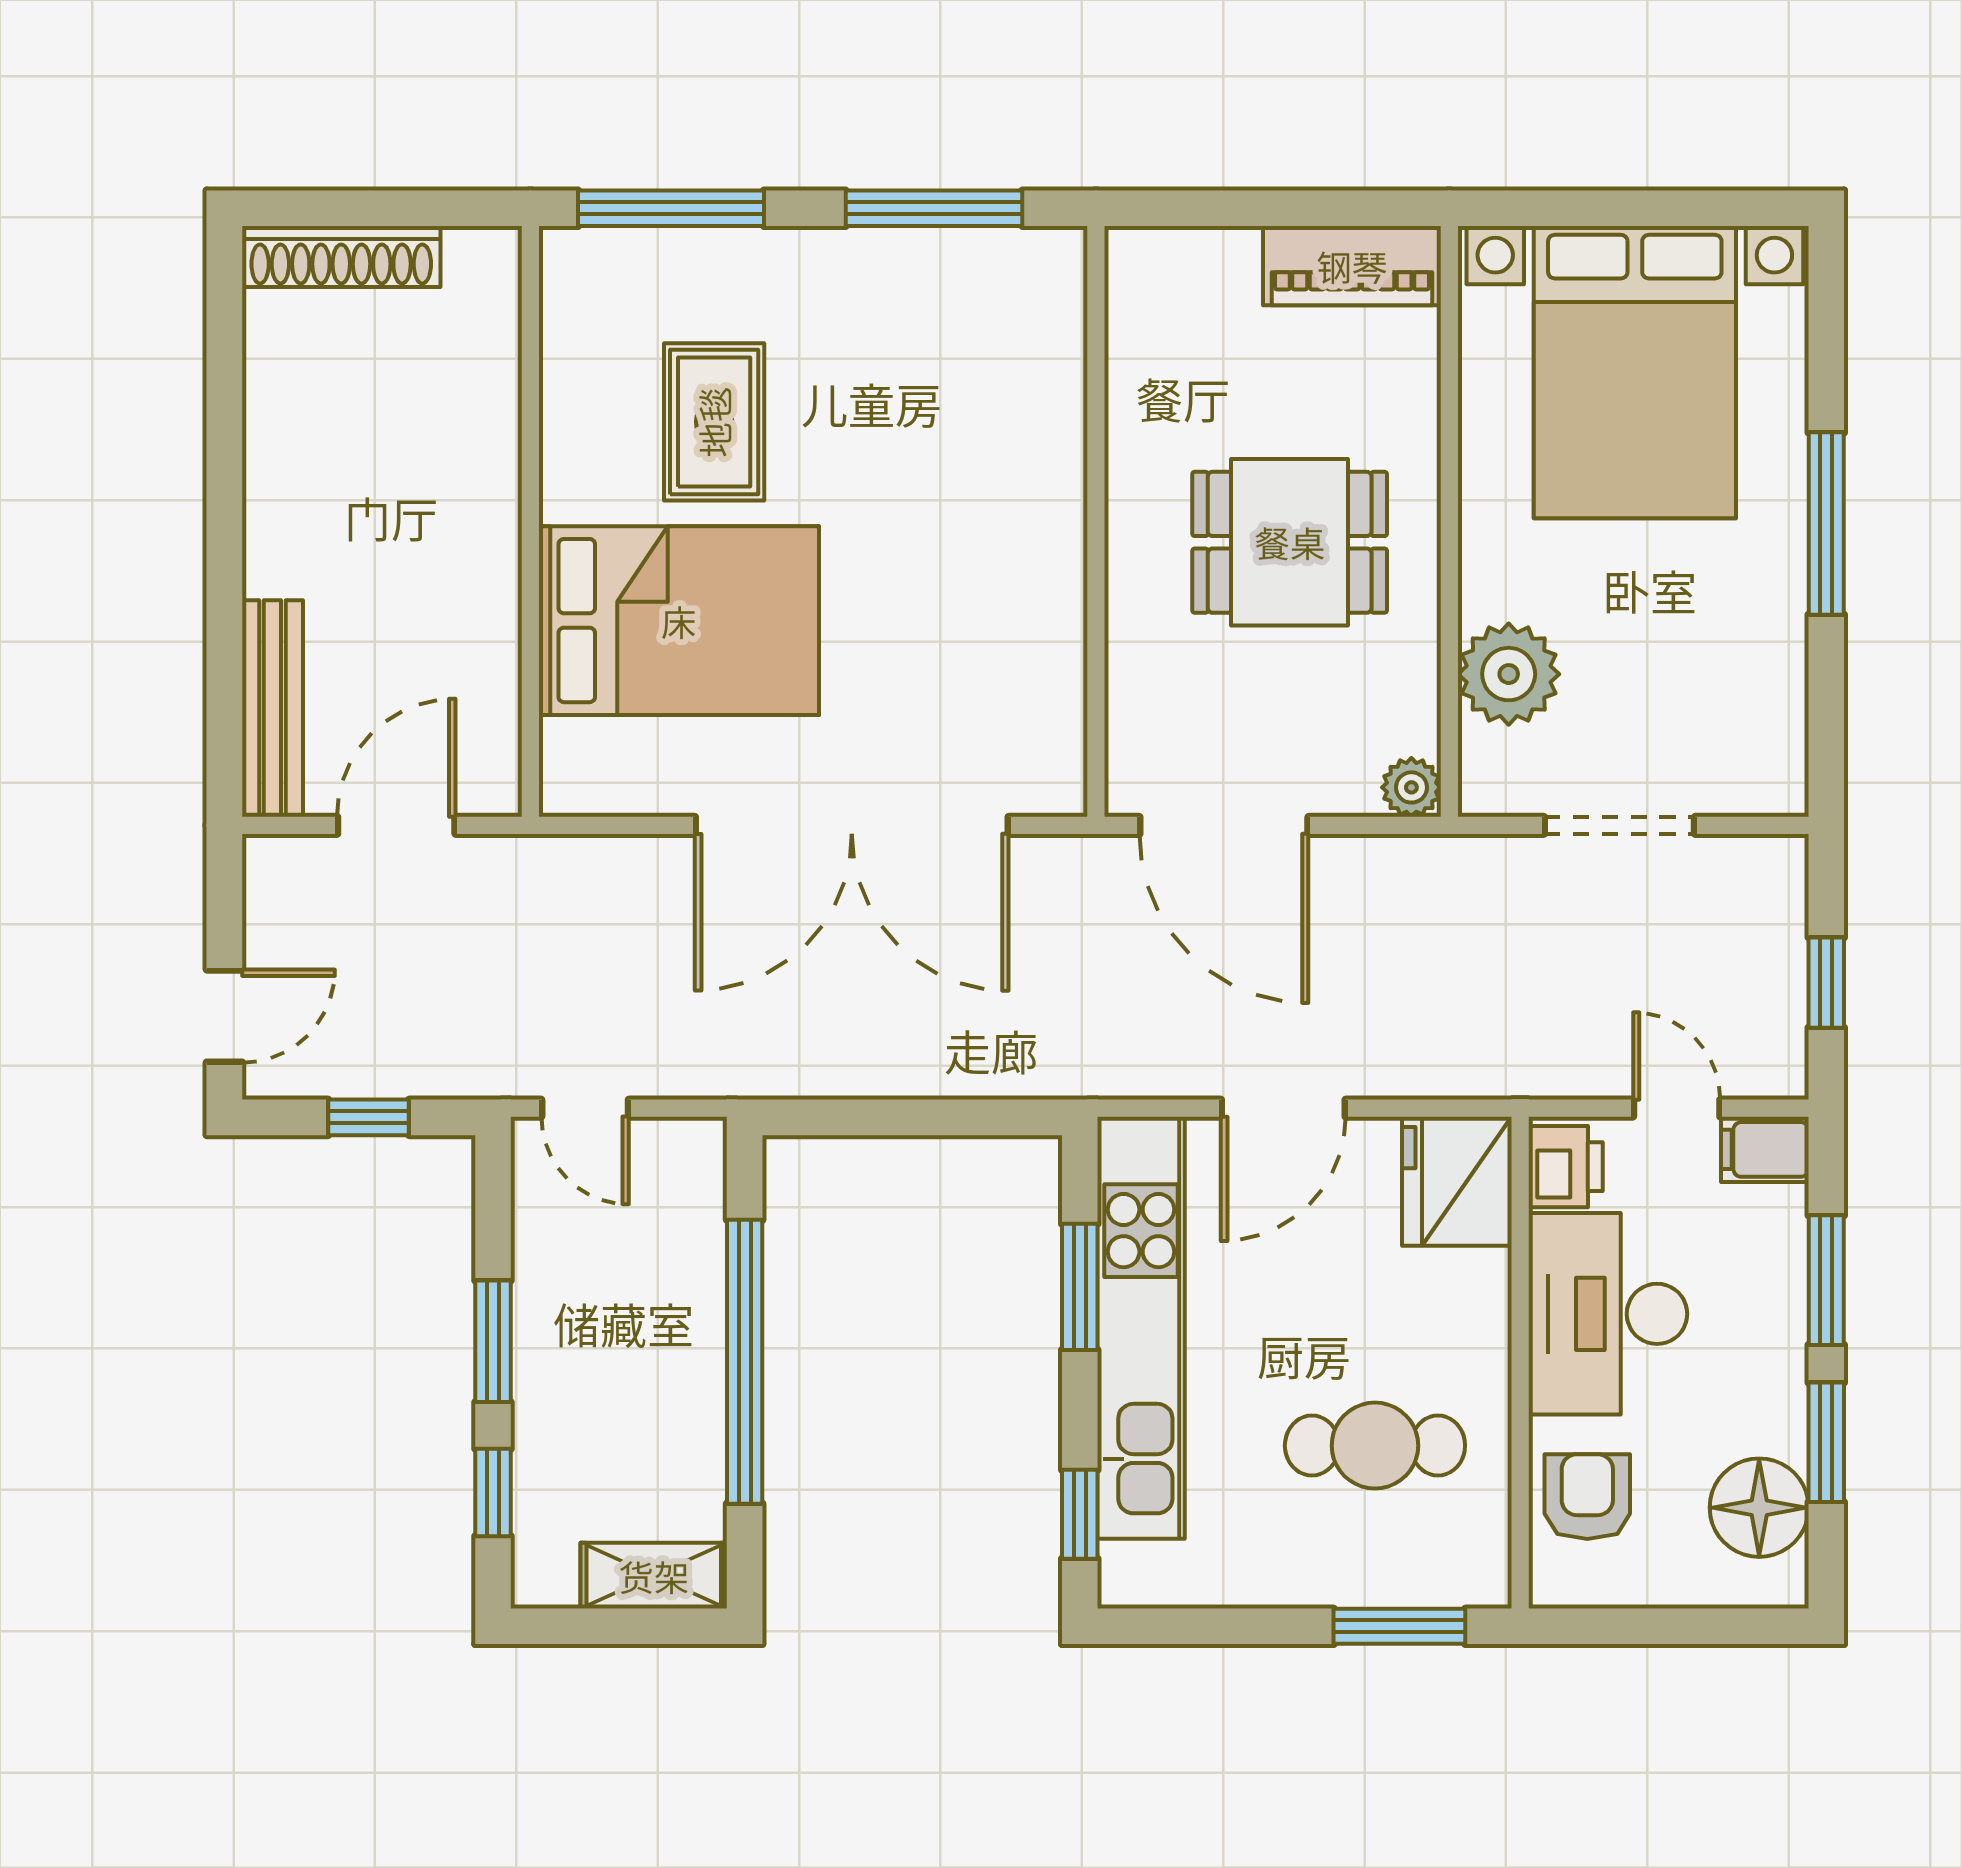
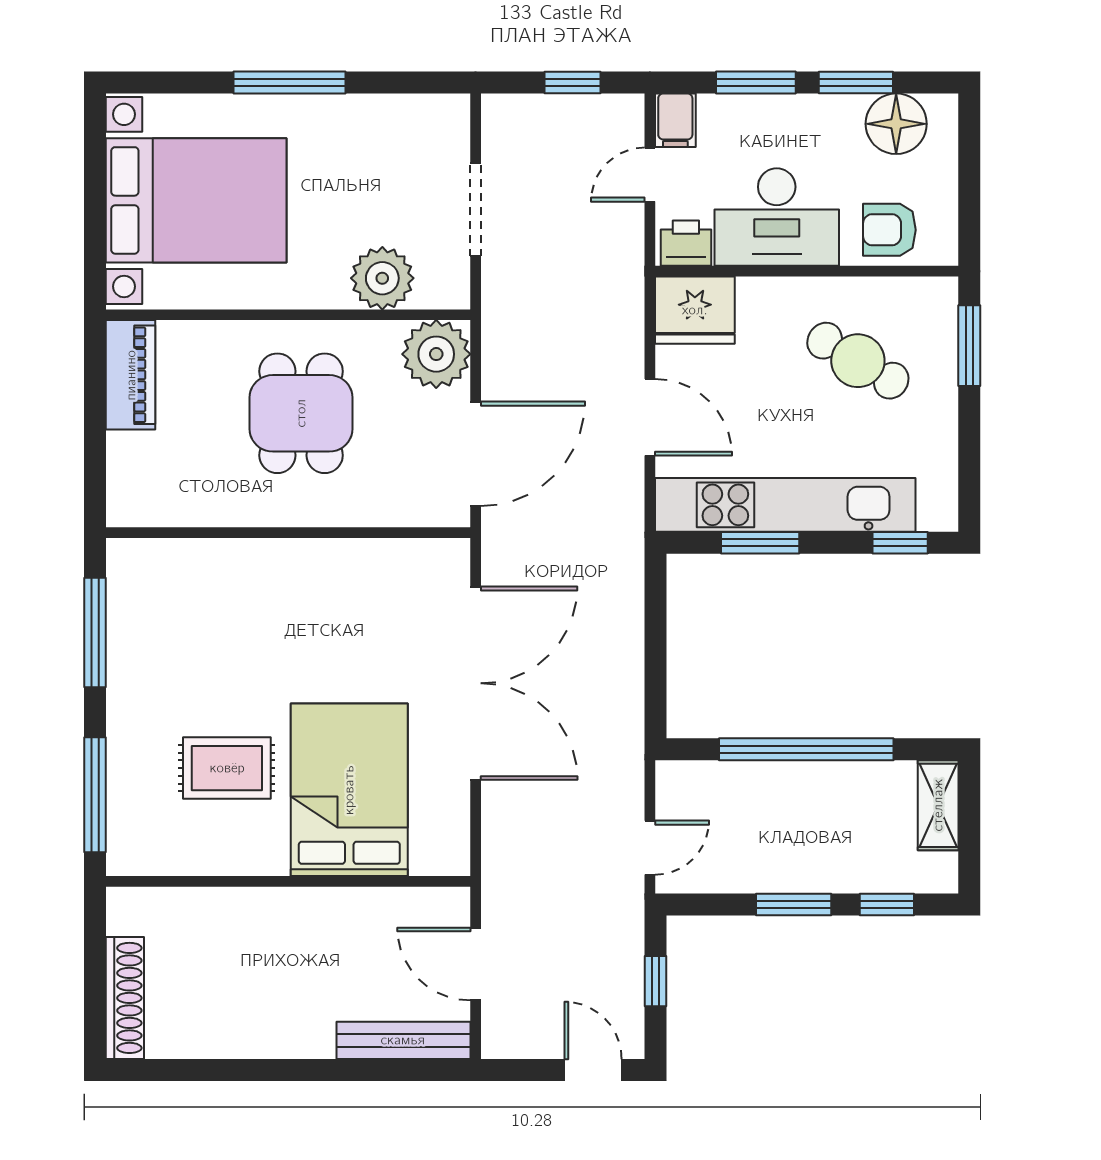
plant: (1411, 787) -> (436, 354), width x1.88, depth x1.88
cafe table: (1375, 1446) -> (858, 361), turned -59

